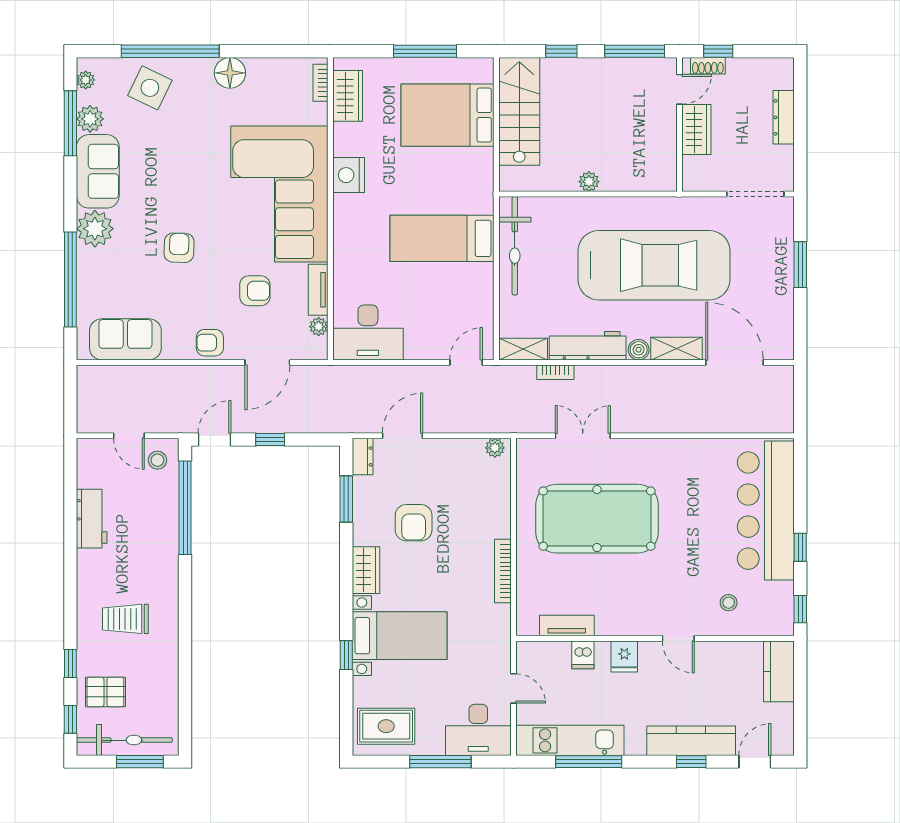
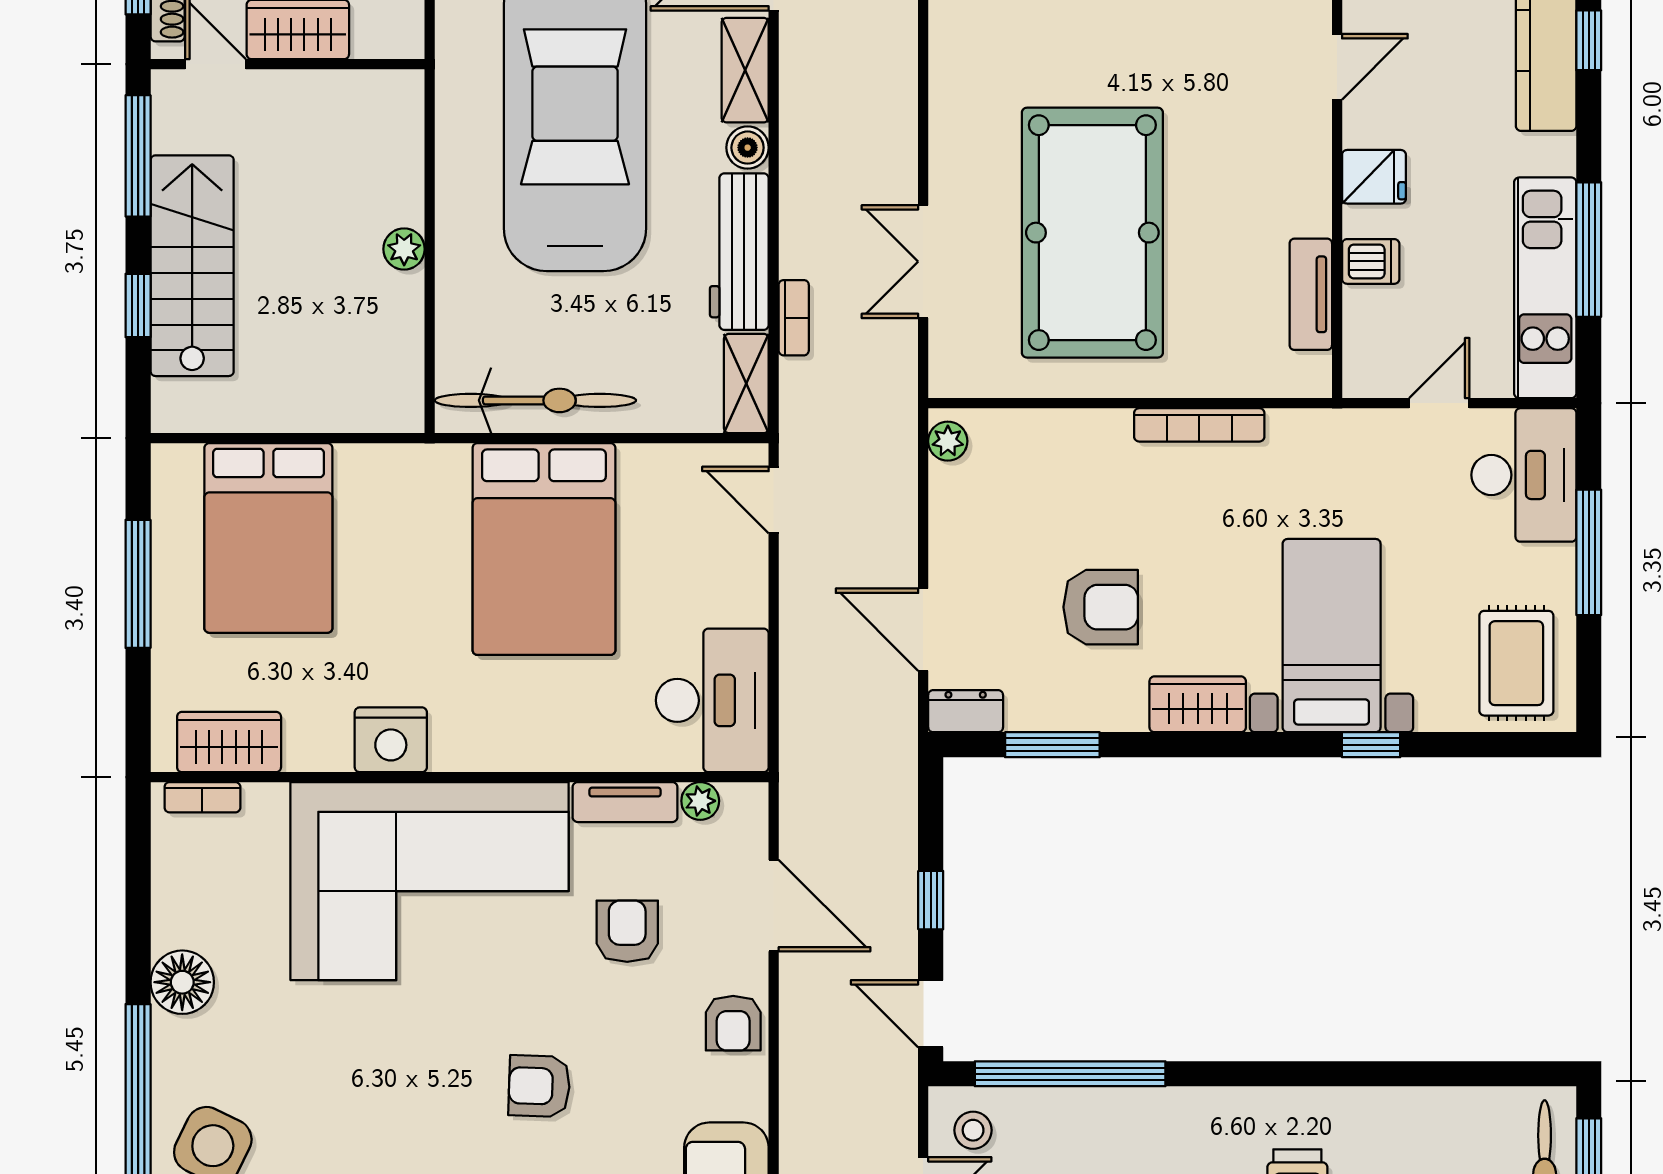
stairs: (519, 111) -> (192, 266), moved, turned 90
bed: (442, 238) -> (544, 549), width x1.50

